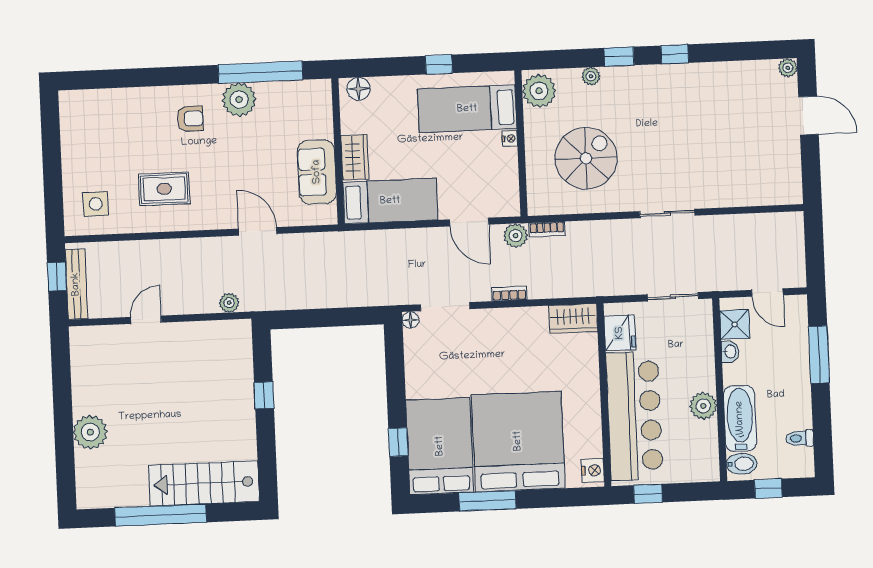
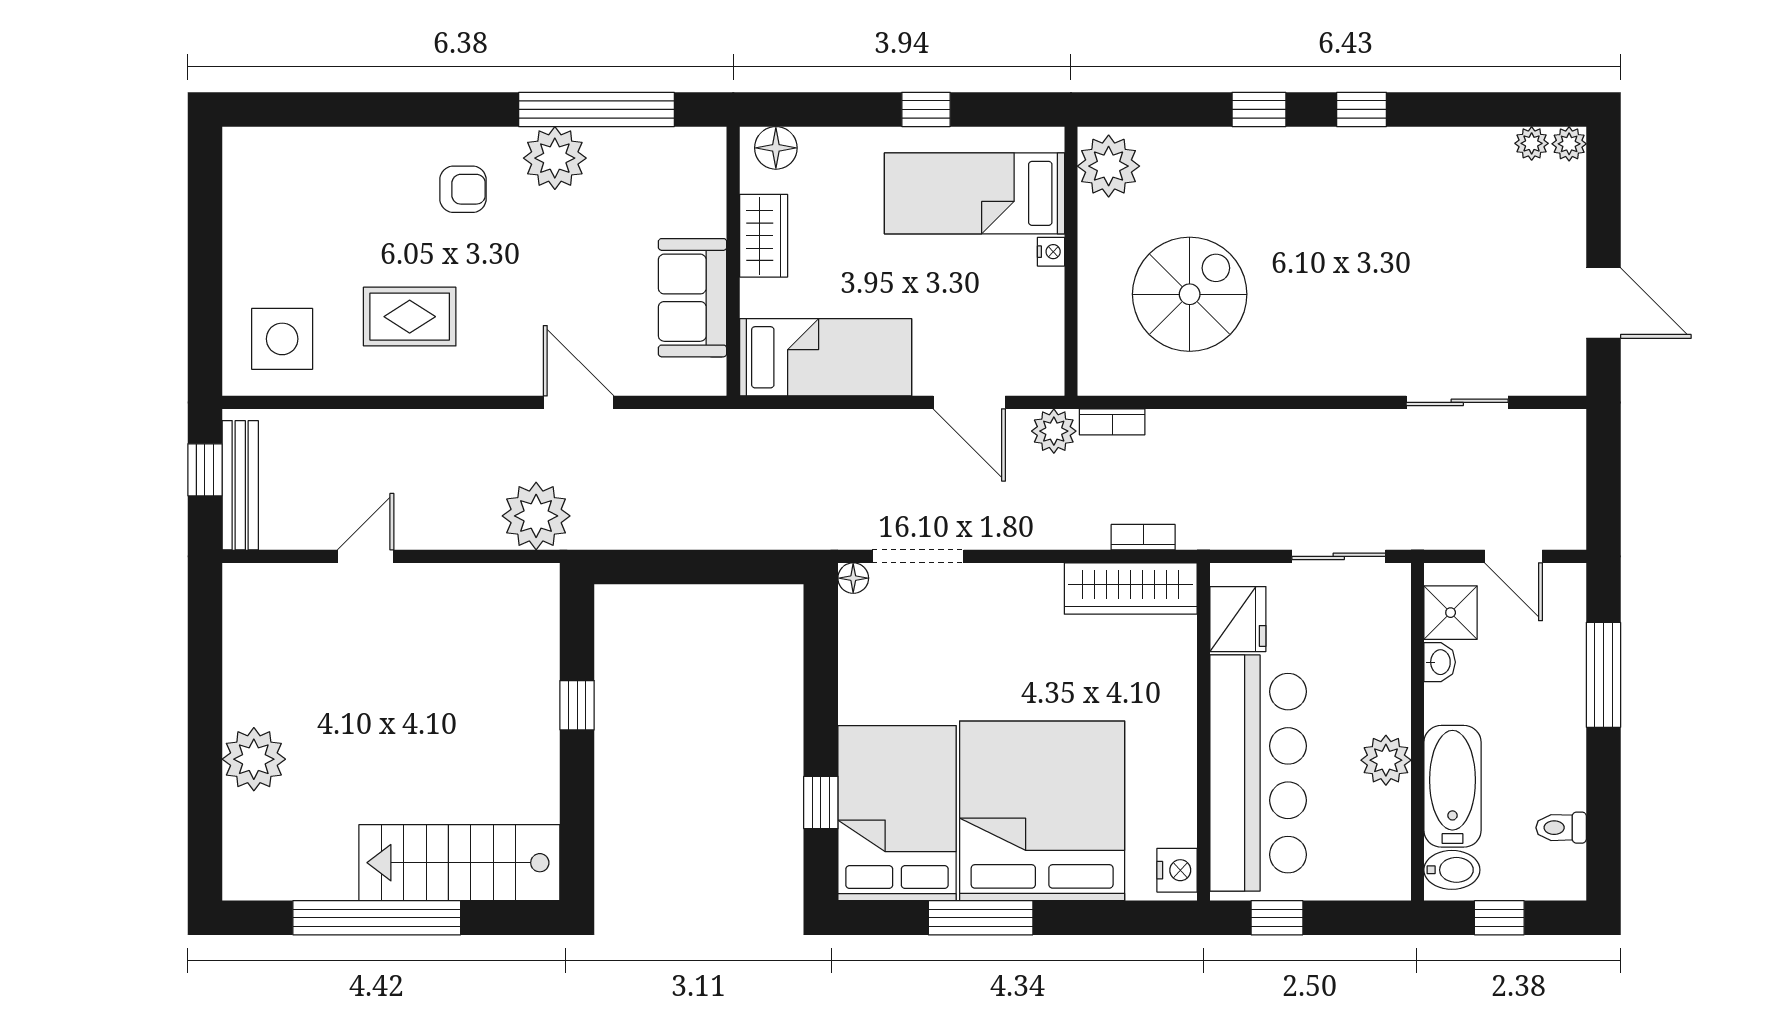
plant: (591, 76) -> (1532, 143), moved
door: (809, 115) -> (1603, 303), moved
wardrobe: (355, 157) -> (764, 236), moved
side table: (96, 204) -> (282, 339), width x1.37, depth x1.37
sliding door: (667, 213) -> (1457, 402), moved
bookcase: (509, 293) -> (1143, 537), moved
plant: (229, 303) -> (536, 516), width x1.88, depth x1.88
wardrobe: (573, 318) -> (1131, 588), width x1.50

